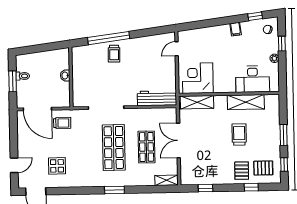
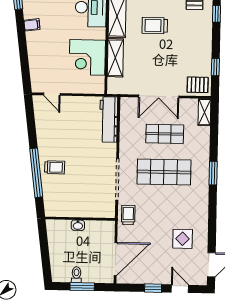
corner desk: (198, 78) -> (87, 57), moved
shelving: (197, 102) -> (115, 58), moved
trolley: (62, 123) -> (128, 215), moved
window: (14, 142) -> (153, 288), added
pallet: (242, 171) -> (198, 85), moved

